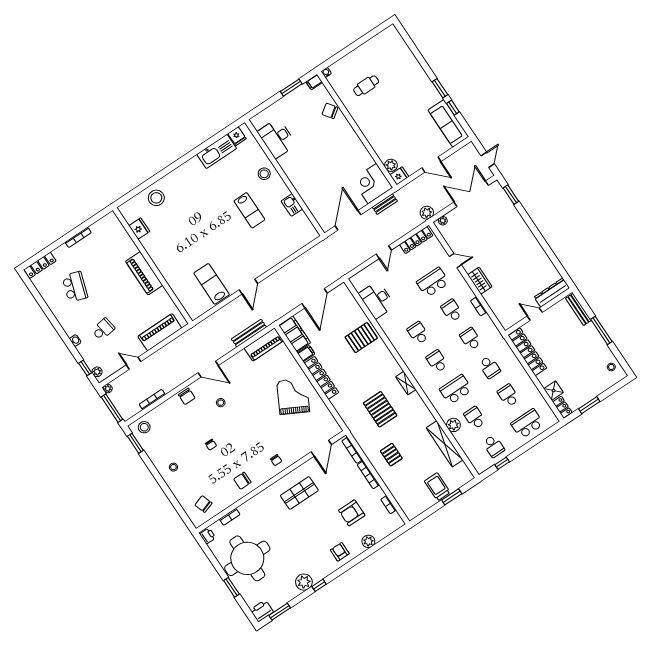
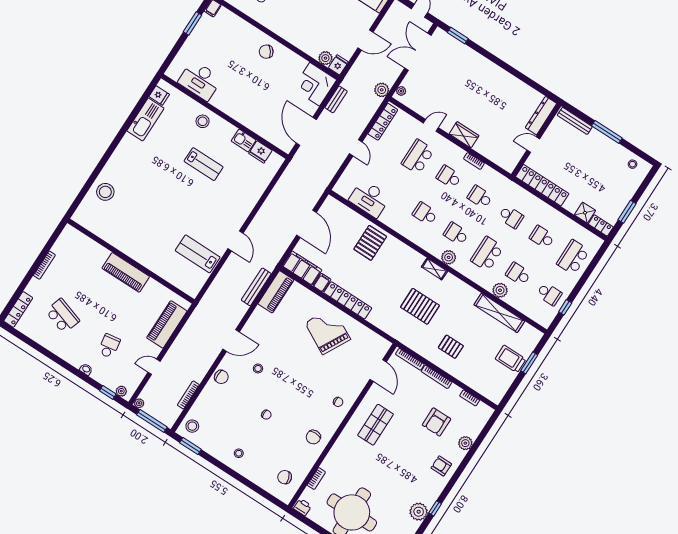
chair: (330, 111) -> (266, 52), moved
fridge: (139, 229) -> (260, 152), moved, turned 180
plant: (422, 378) -> (449, 257), added

